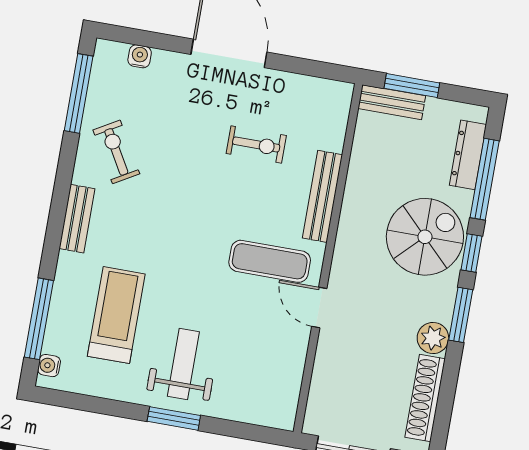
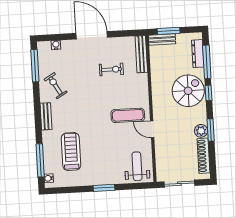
bench: (322, 196) -> (141, 54), moved
window: (461, 315) -> (211, 130), moved
weight bench: (183, 364) -> (137, 166), moved

